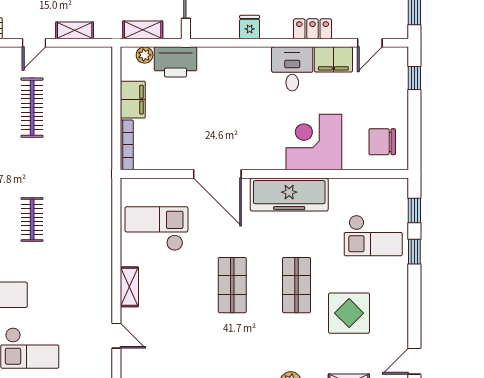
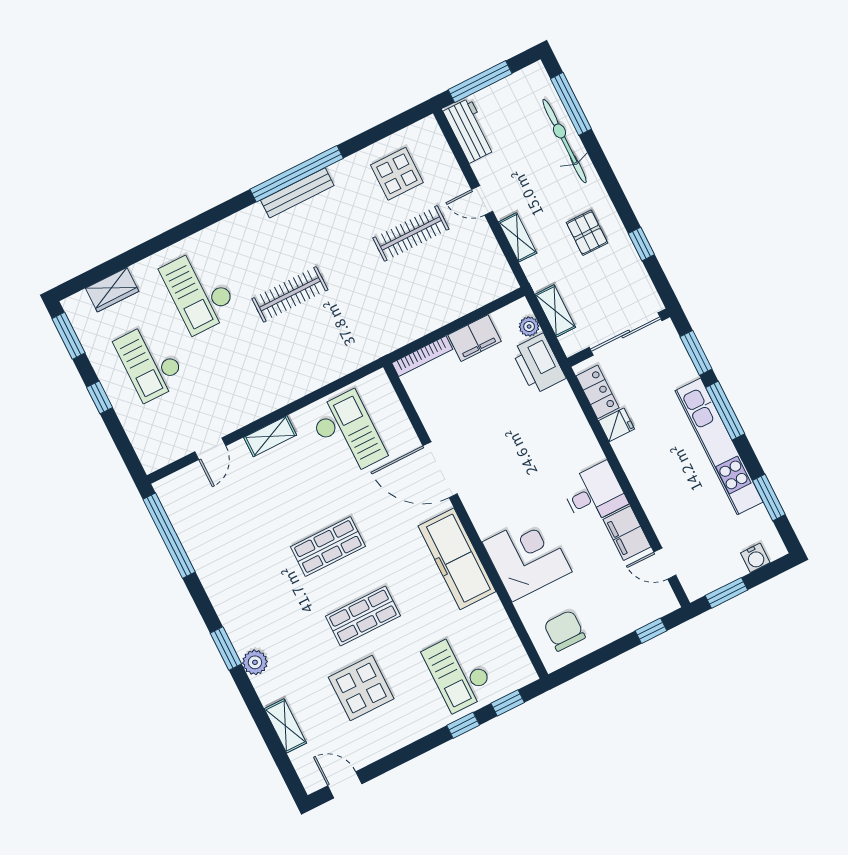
locker: (313, 29) -> (598, 392), moved
door: (217, 174) -> (440, 470), hinge flipped
clothes rail: (32, 220) -> (290, 294), width x1.36

